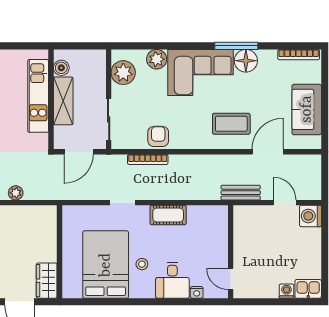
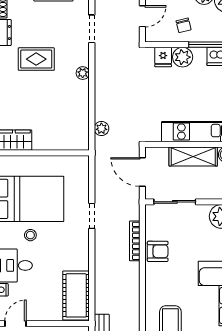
plant: (16, 193) -> (101, 128), moved
cot: (168, 215) -> (76, 295), moved, width x1.37, depth x1.34

